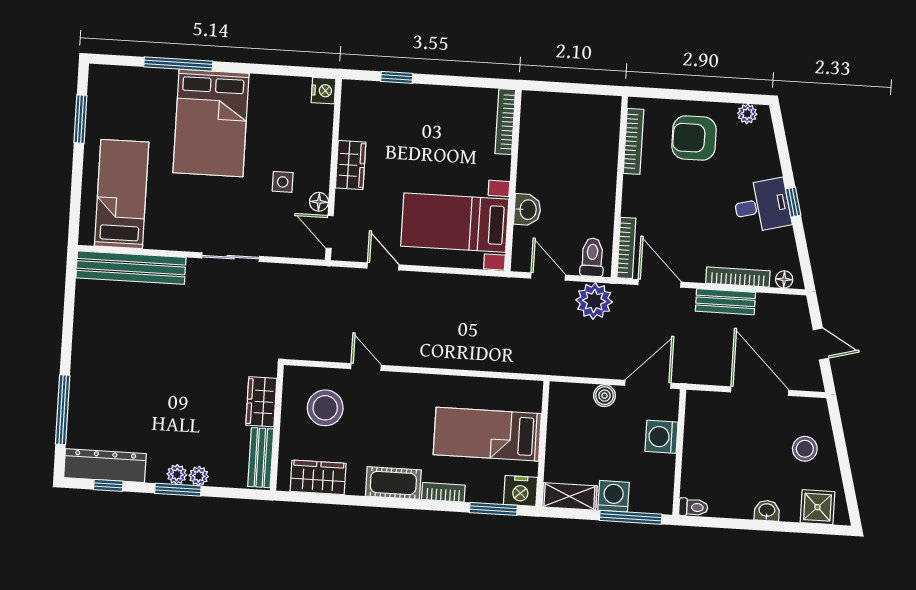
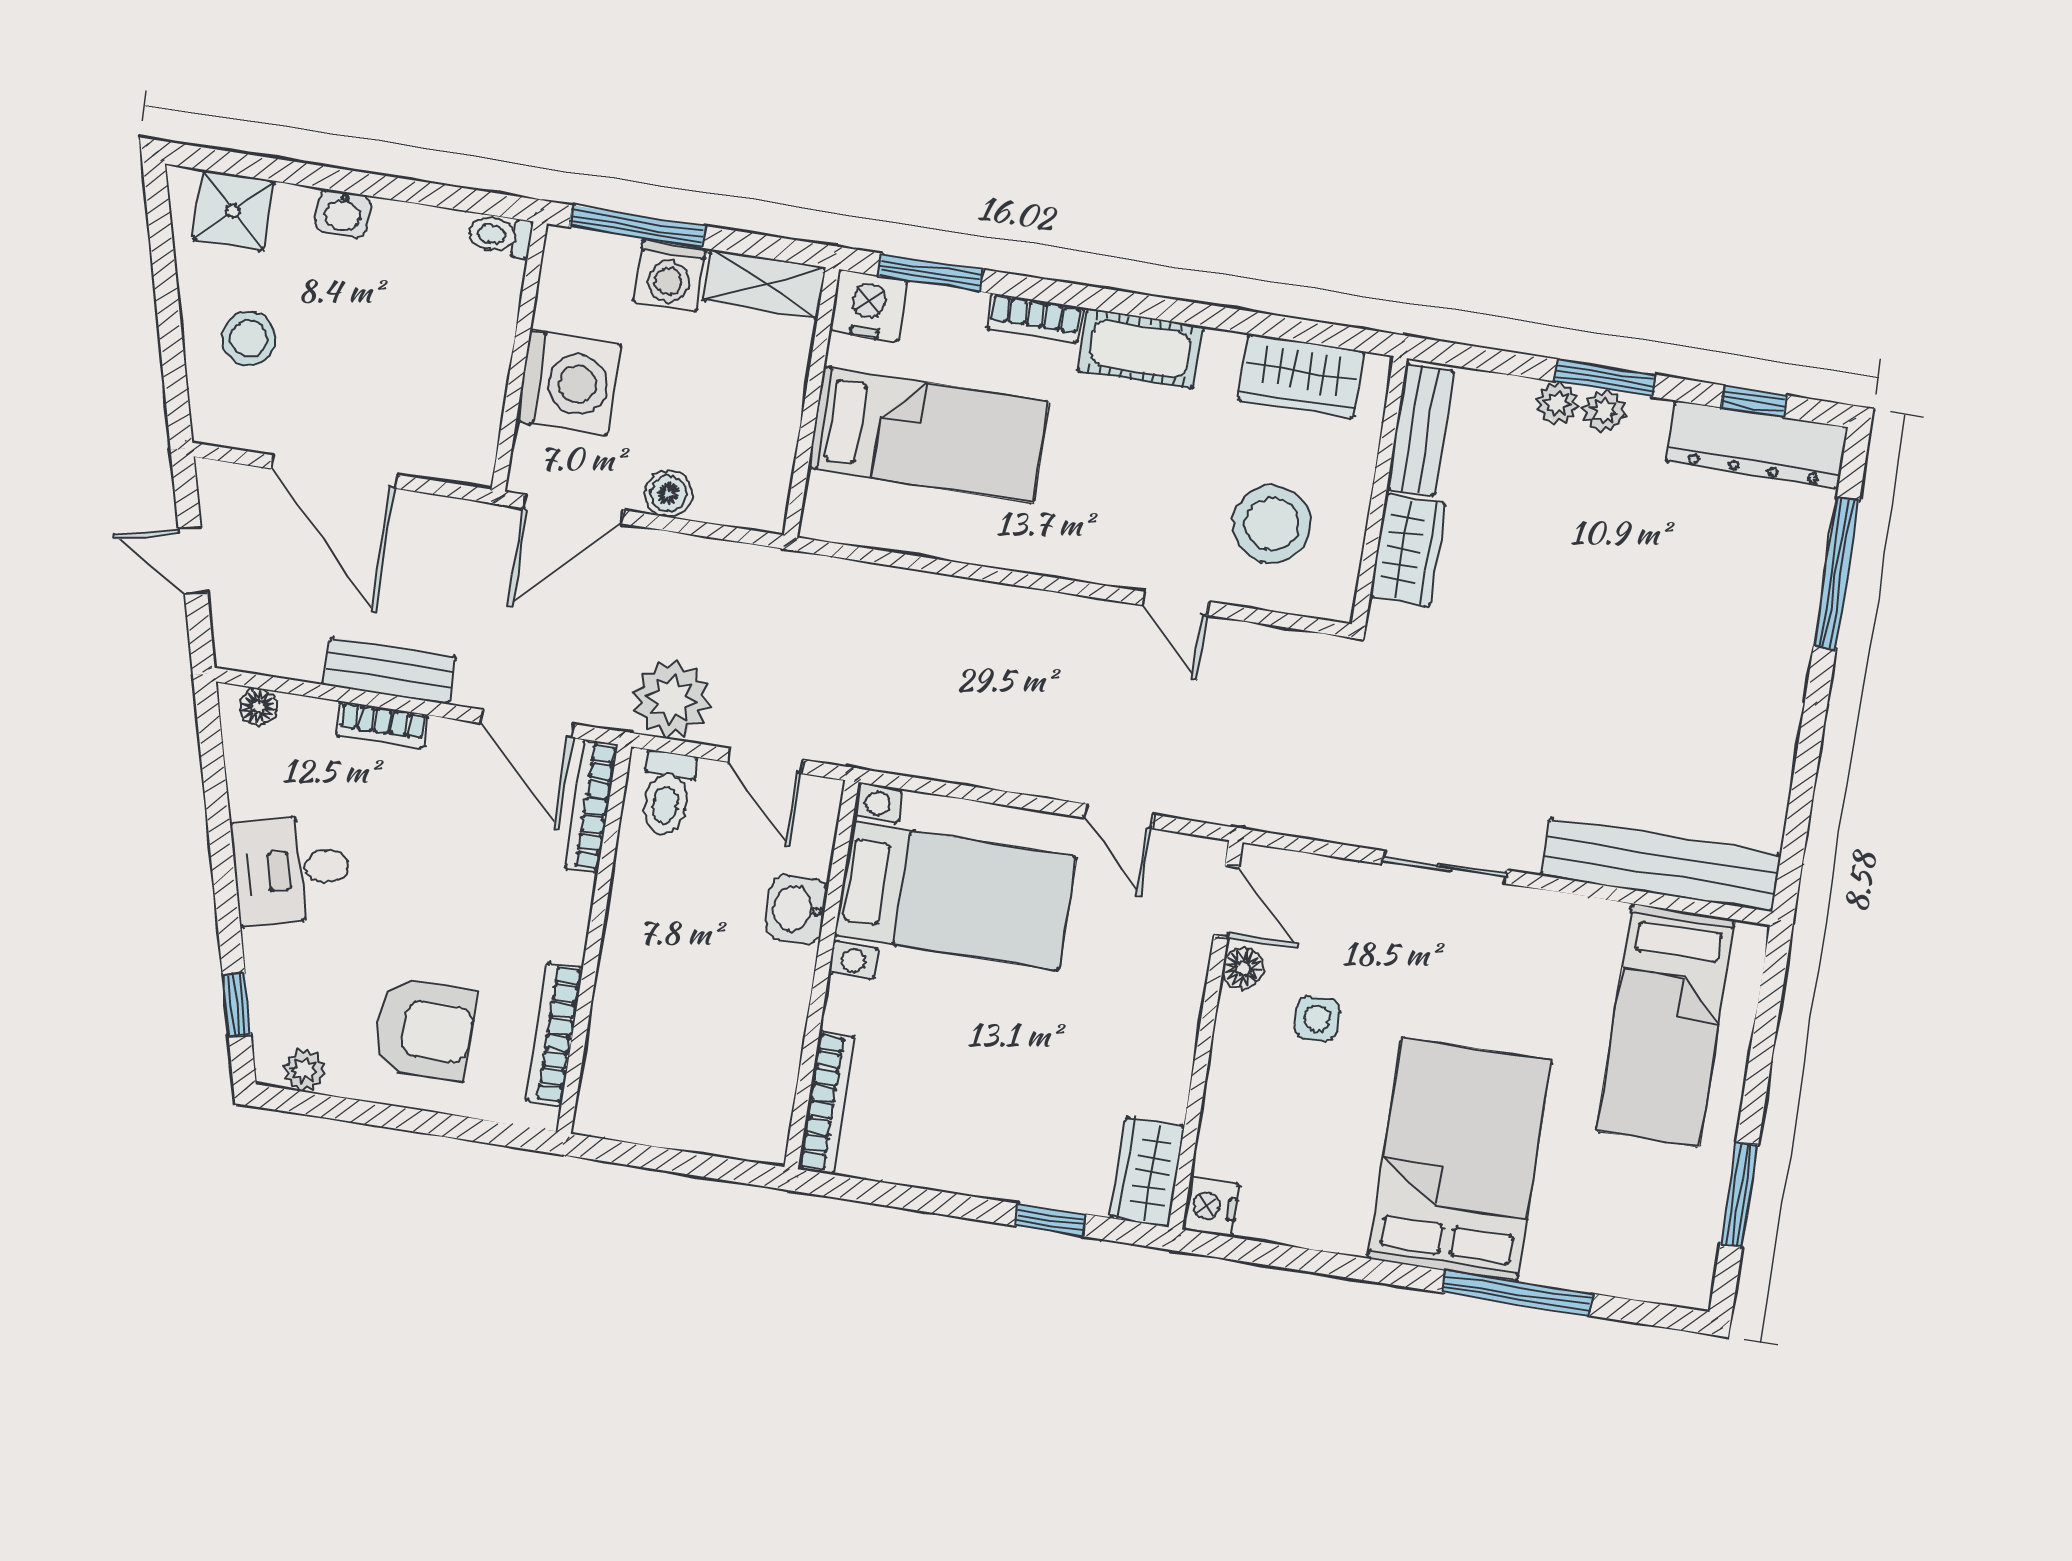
wardrobe: (351, 165) -> (1147, 1172), moved
window: (793, 202) -> (237, 1005), moved
bookcase: (738, 277) -> (382, 725), width x0.64
washing machine: (662, 437) -> (569, 383), width x1.37, depth x1.37

